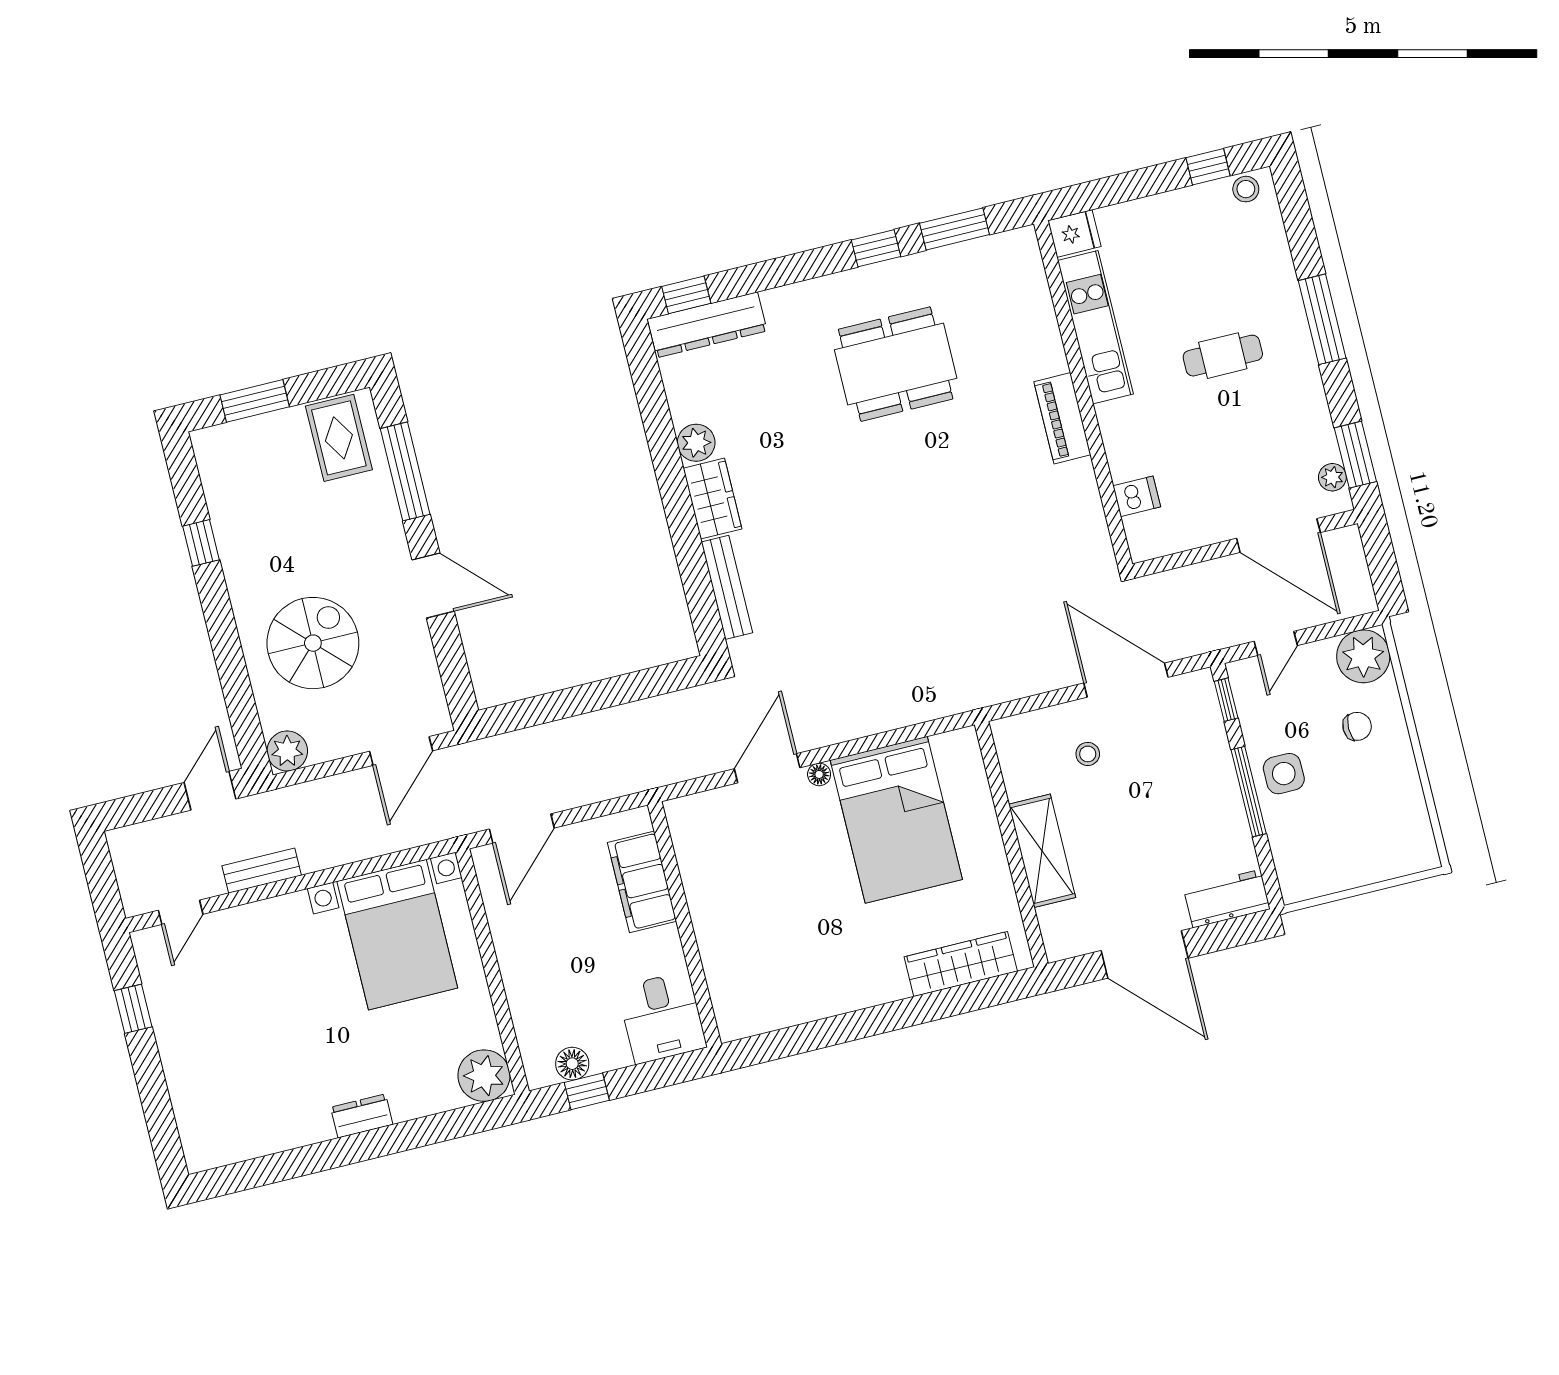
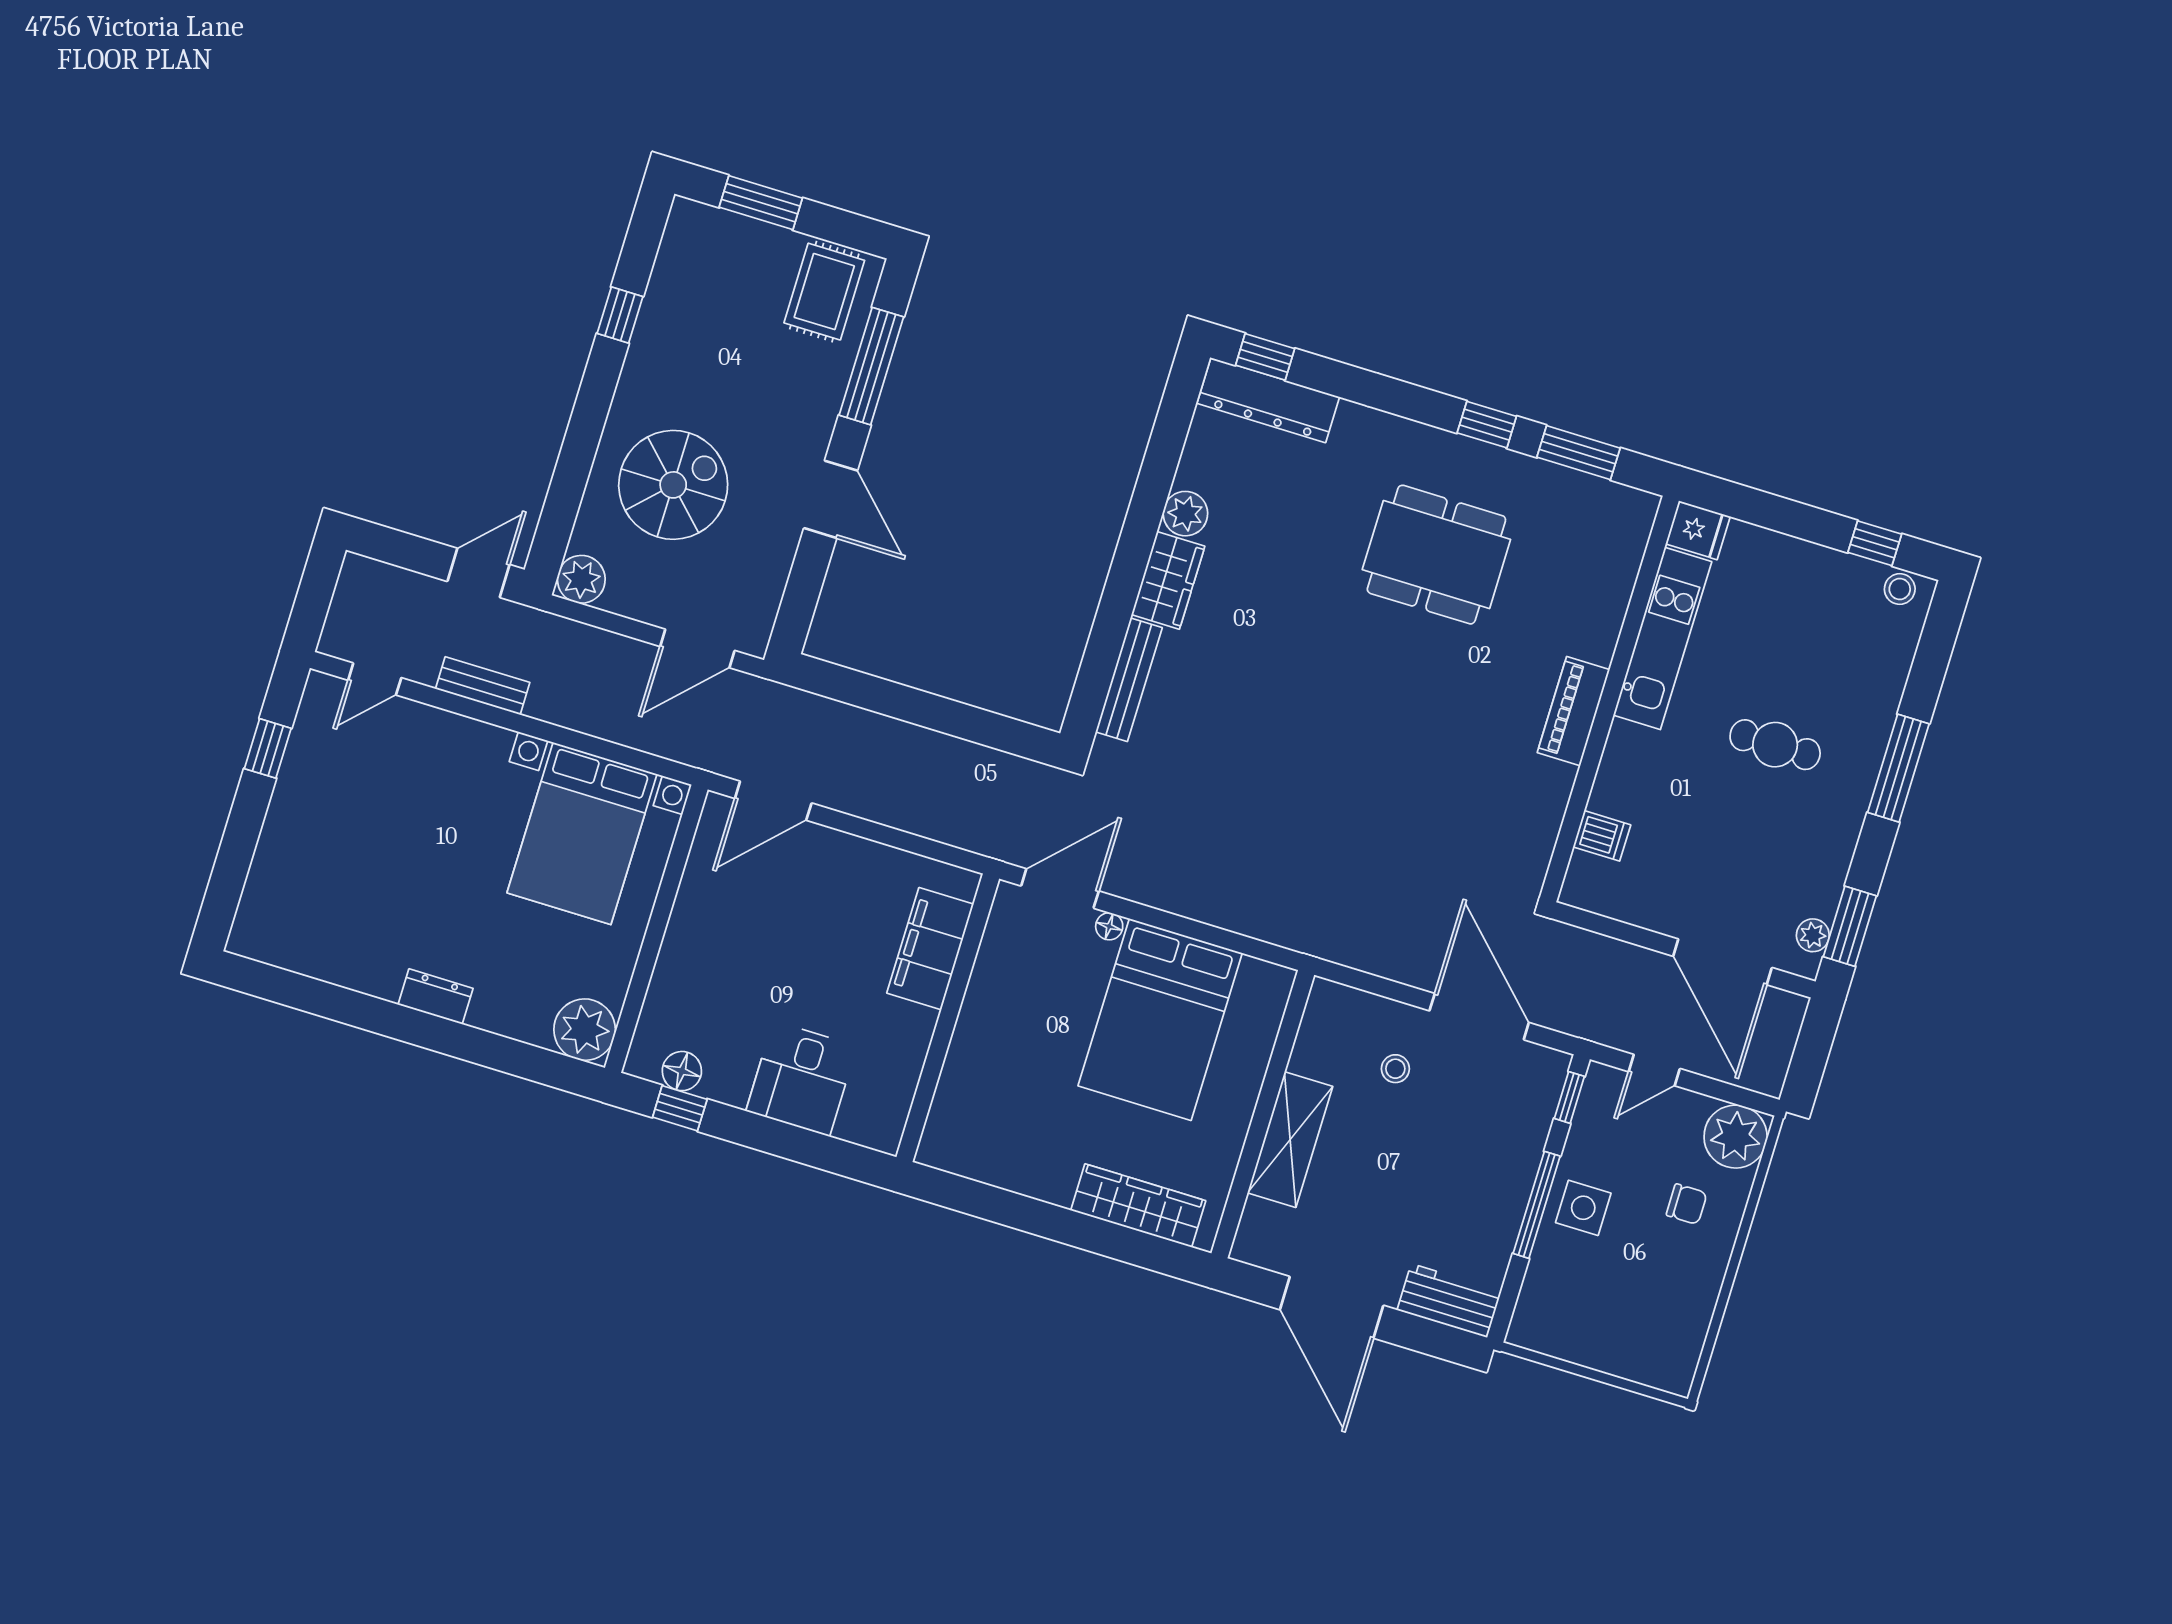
filing cabinet: (642, 882) -> (930, 949), moved
wall: (684, 924) -> (948, 1018), moved

